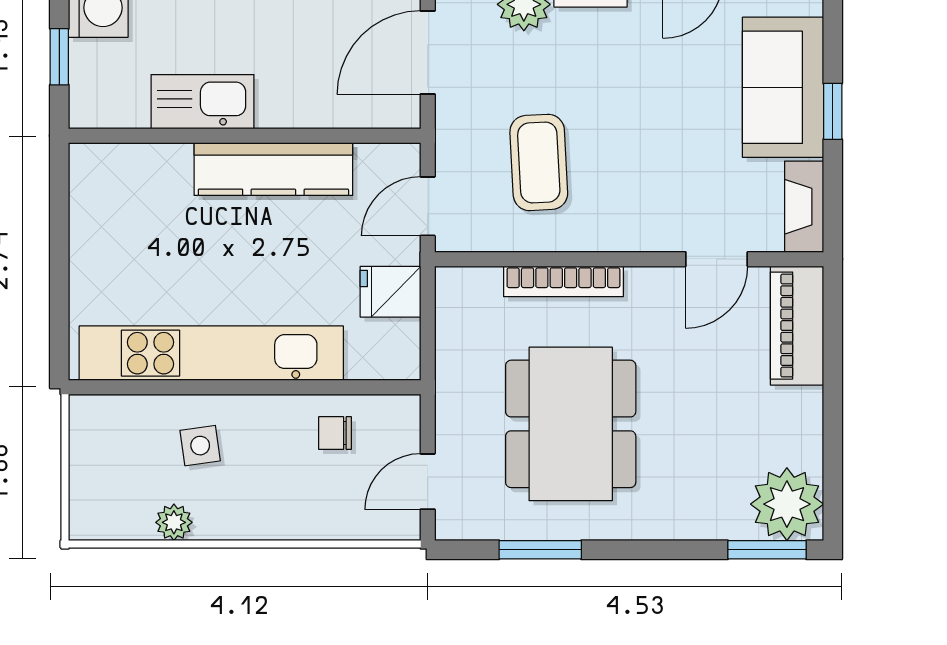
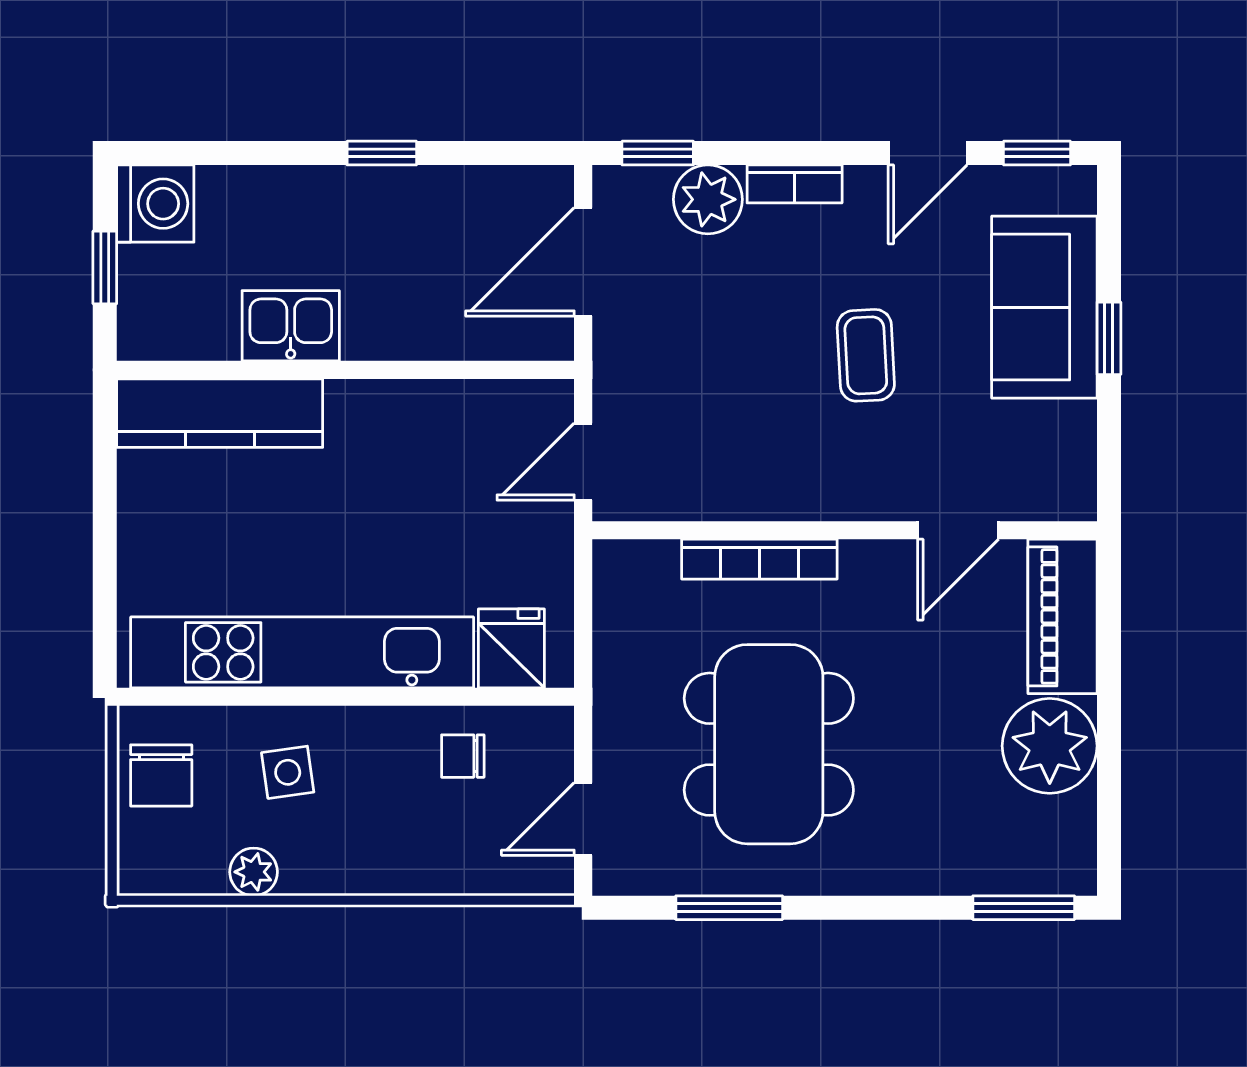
kitchen sink: (202, 102) -> (291, 326), width x0.73
coffee table: (539, 162) -> (866, 355), moved, width x0.73, depth x0.77
kitchen counter: (273, 169) -> (220, 413), moved
fireplace: (804, 207) -> (1072, 462), removed
fridge: (390, 292) -> (511, 648), moved, turned 90
chair: (103, 448) -> (161, 775), added
plant: (787, 504) -> (1050, 746), moved

